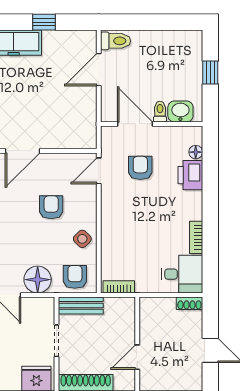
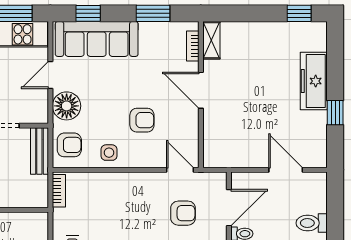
toilet: (116, 41) -> (312, 223), moved, turned 90
side table: (82, 239) -> (109, 153), turned 45

